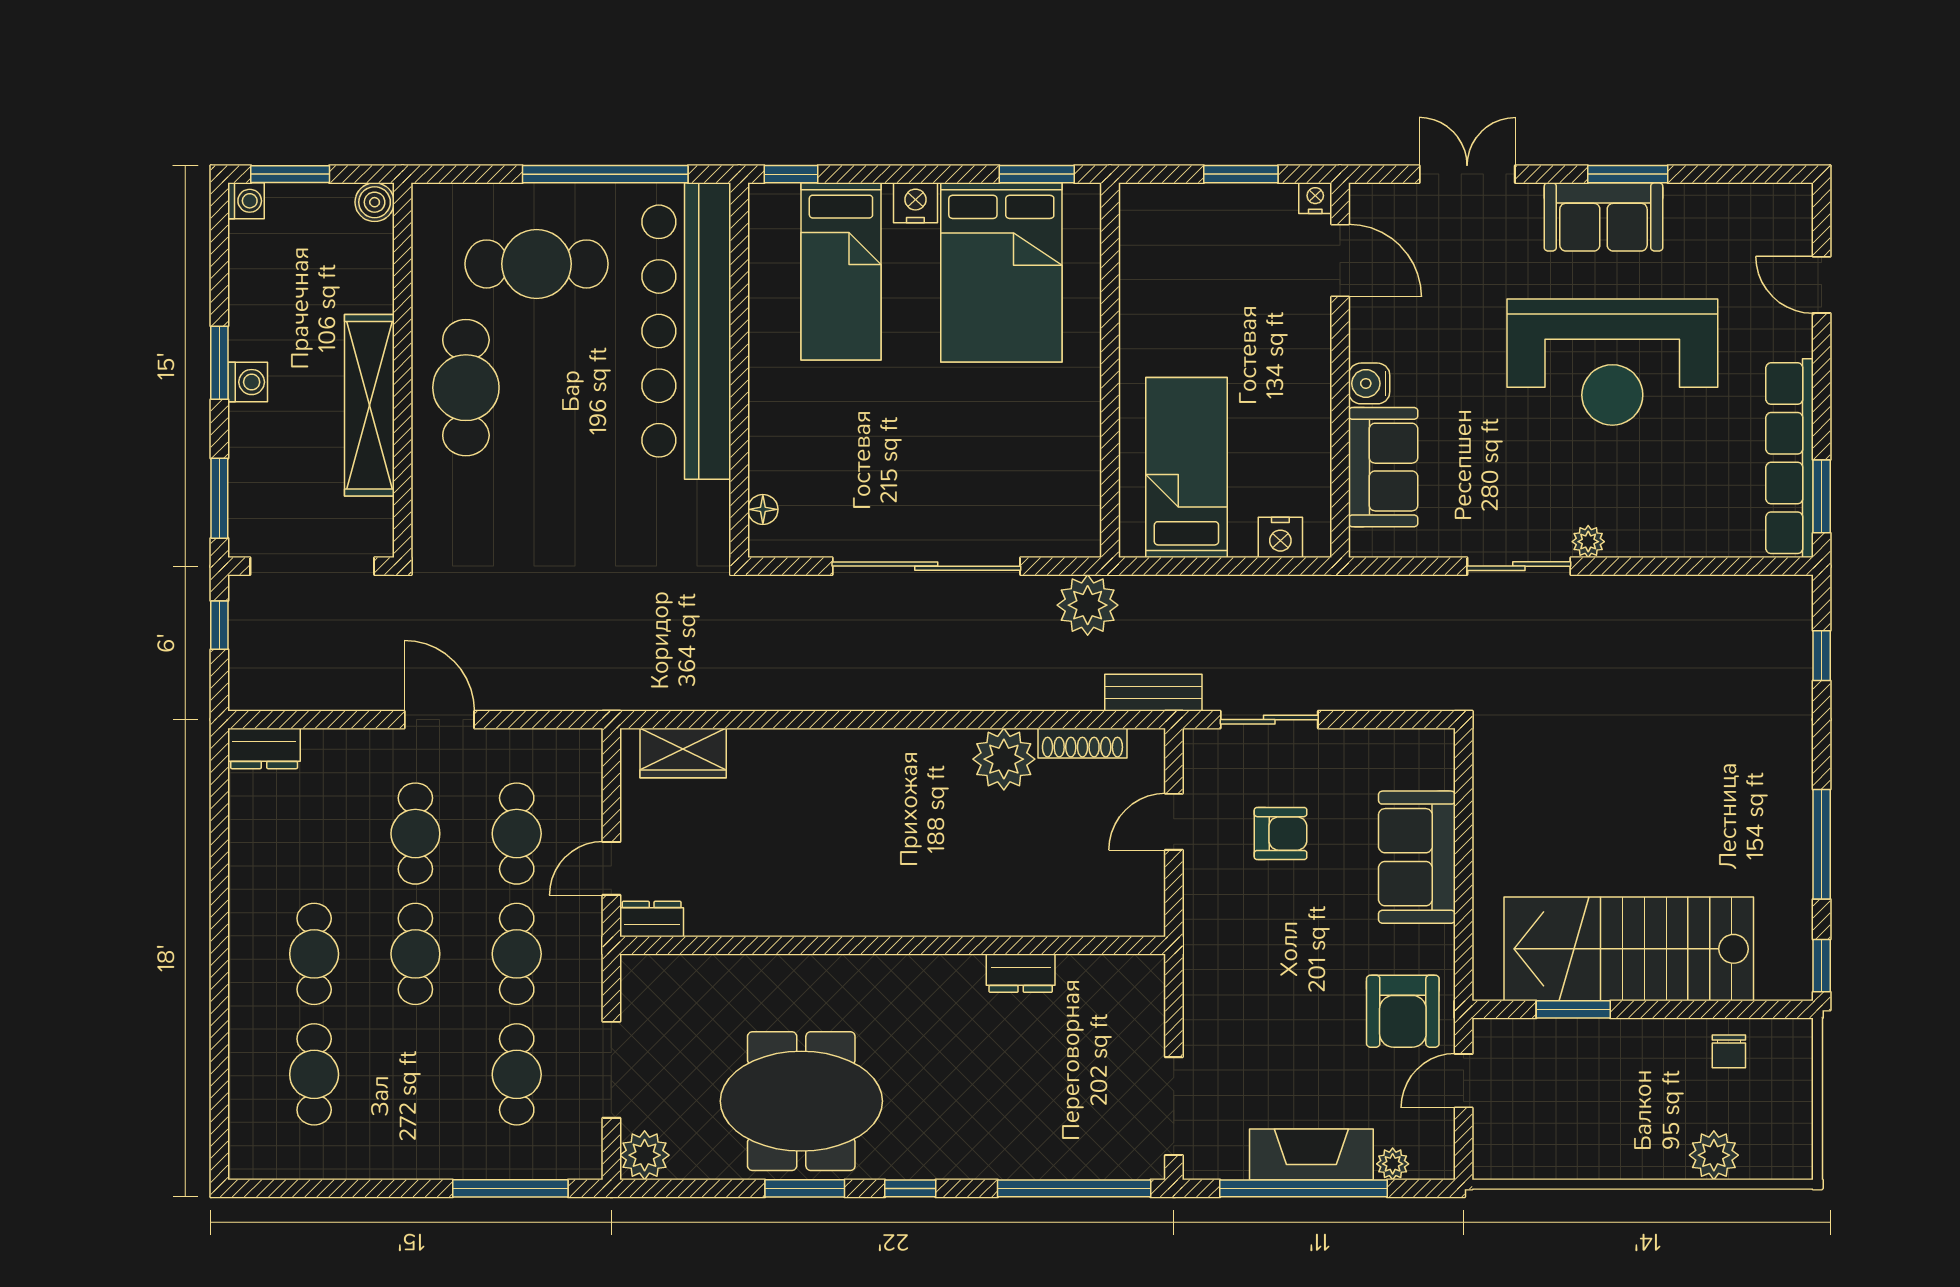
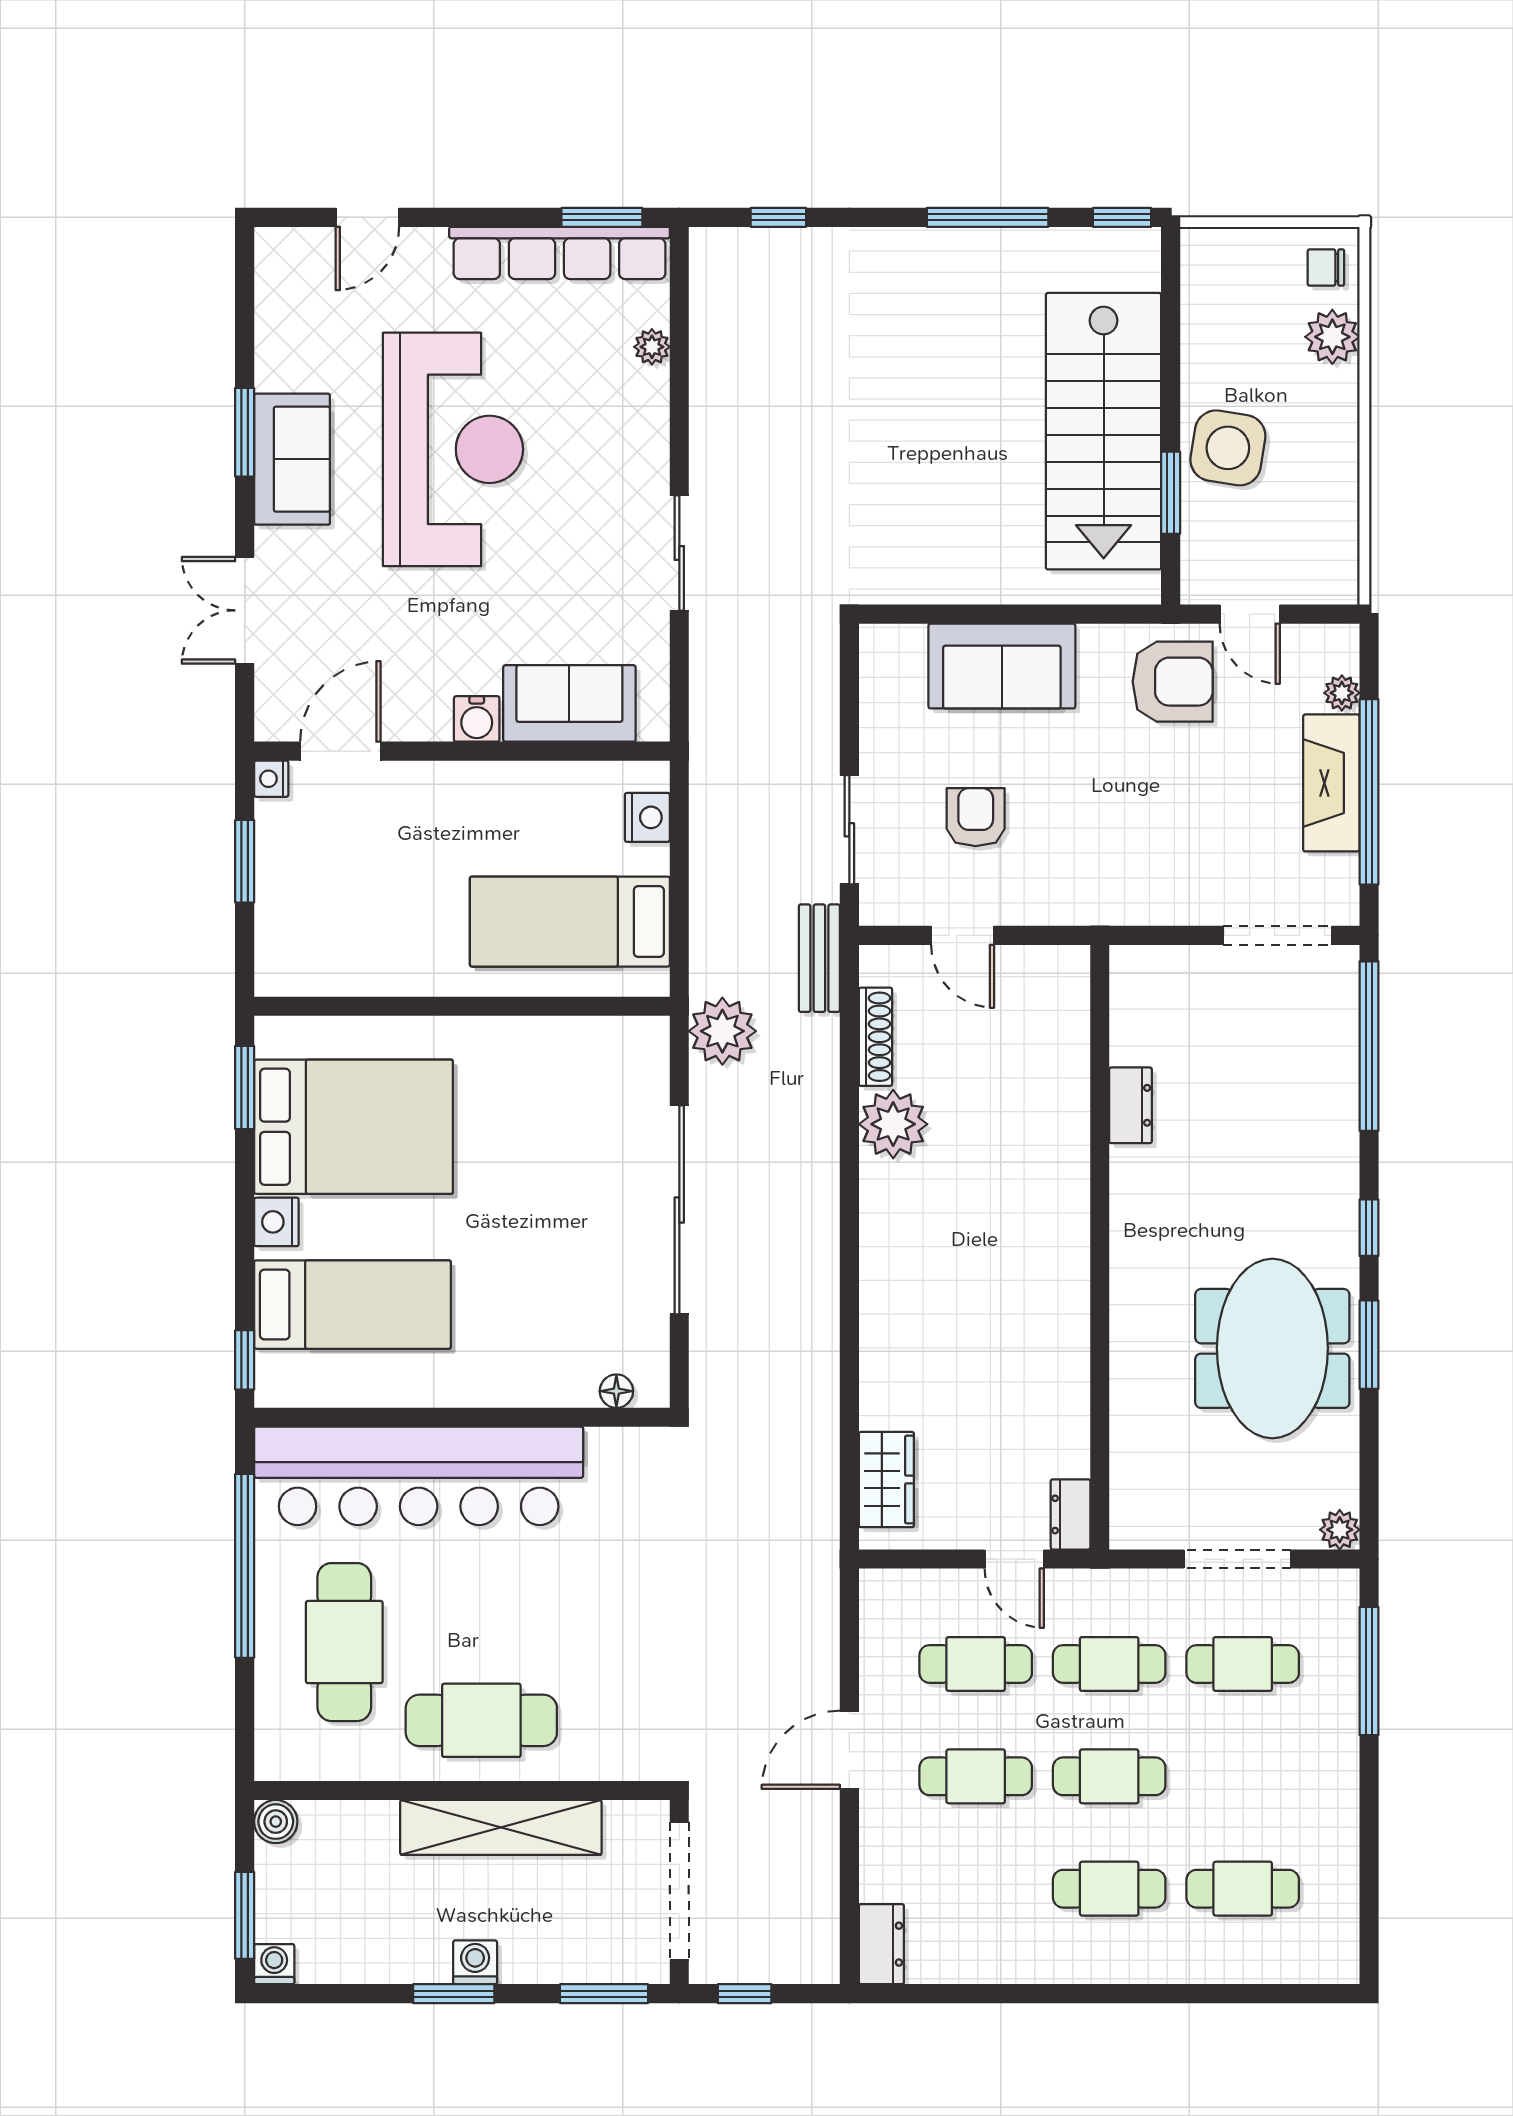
plant: (1588, 542) -> (652, 347), moved
chair: (1729, 1051) -> (1326, 267), moved, turned 180
side table: (1614, 1061) -> (1228, 448), added
plant: (645, 1155) -> (1340, 1530), width x0.73, depth x0.73

